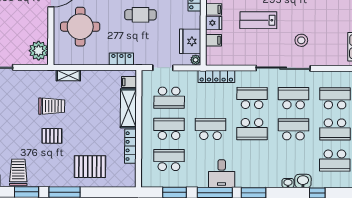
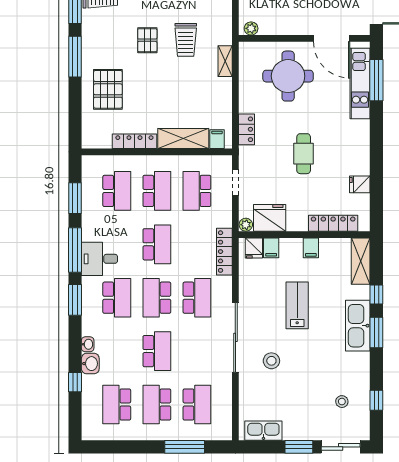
fridge: (214, 23) -> (254, 248), moved
plant: (39, 51) -> (251, 28), width x0.53, depth x0.53
school desk: (294, 98) -> (117, 298), moved

